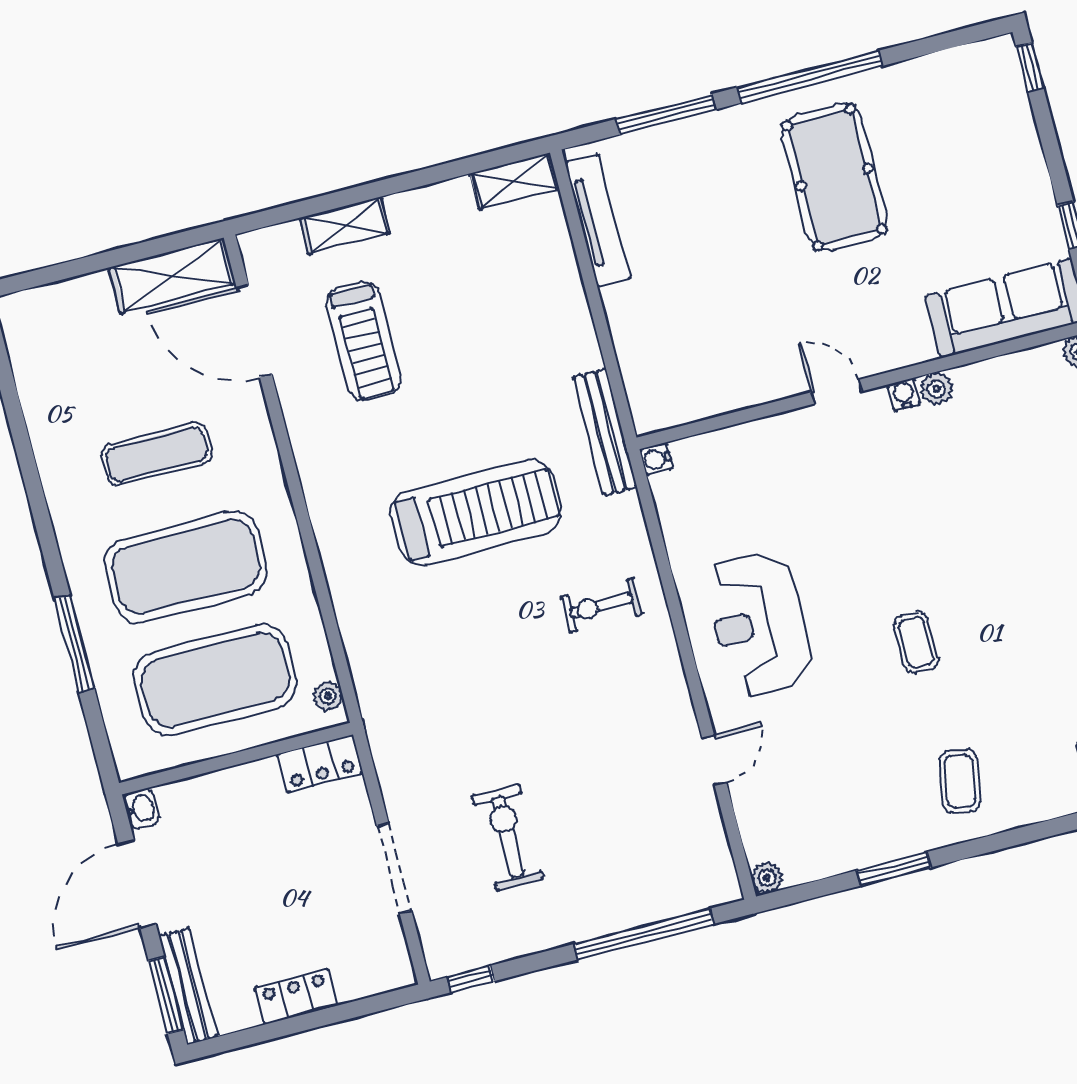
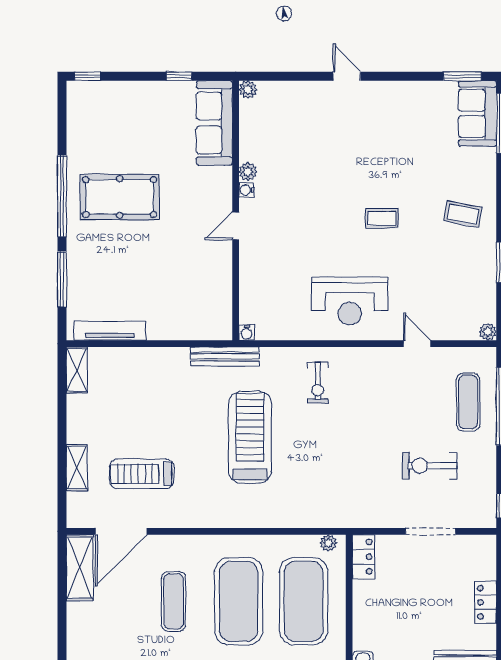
treadmill: (364, 341) -> (142, 474), turned 180
exercise mat: (636, 875) -> (468, 402), added

